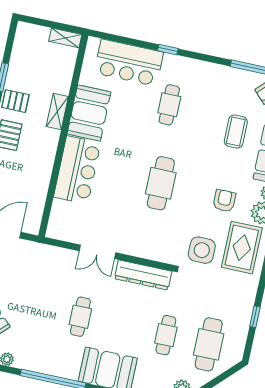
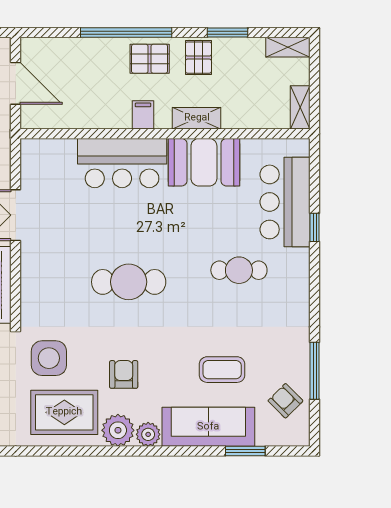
shelving: (22, 37) -> (288, 47), added
window: (168, 50) -> (315, 227), moved
filing cabinet: (47, 148) -> (143, 115), added
armchair: (224, 201) -> (124, 374), turned -90

